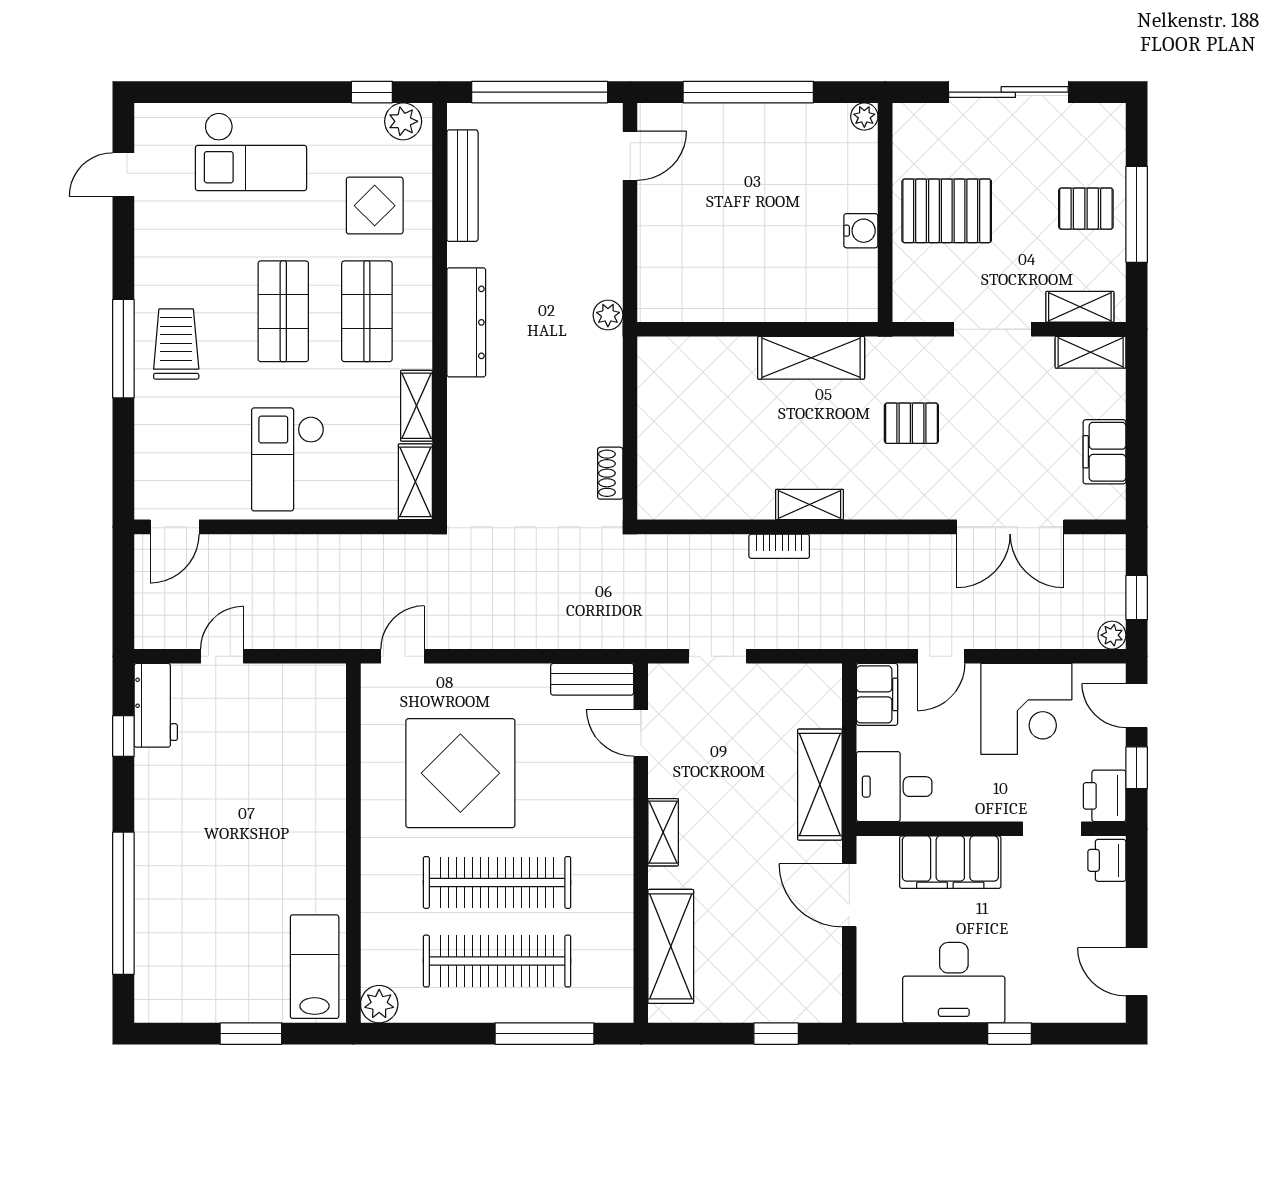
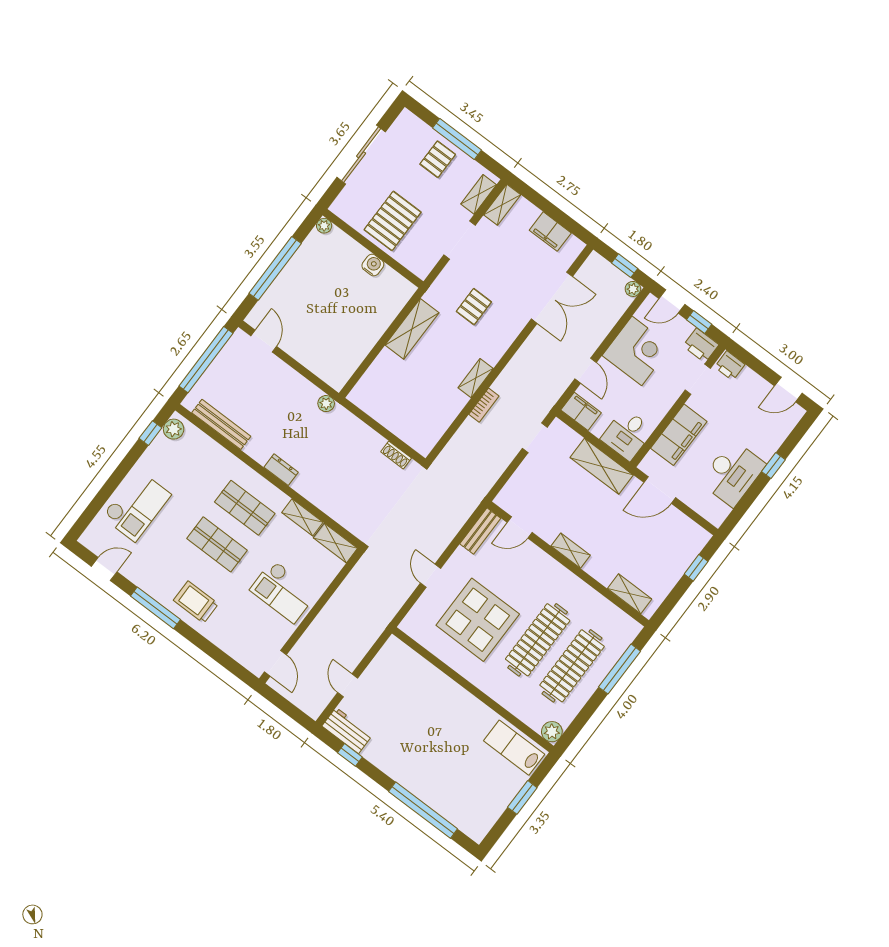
door: (123, 174) -> (104, 569), swing flipped
display table: (375, 206) -> (201, 469), removed
dresser: (466, 322) -> (281, 470), width x0.51, depth x0.80
window: (123, 349) -> (155, 608), moved
door: (403, 656) -> (431, 576), moved
doorway: (718, 656) -> (535, 438), moved
shelving: (671, 946) -> (630, 594), width x0.67, depth x0.75

